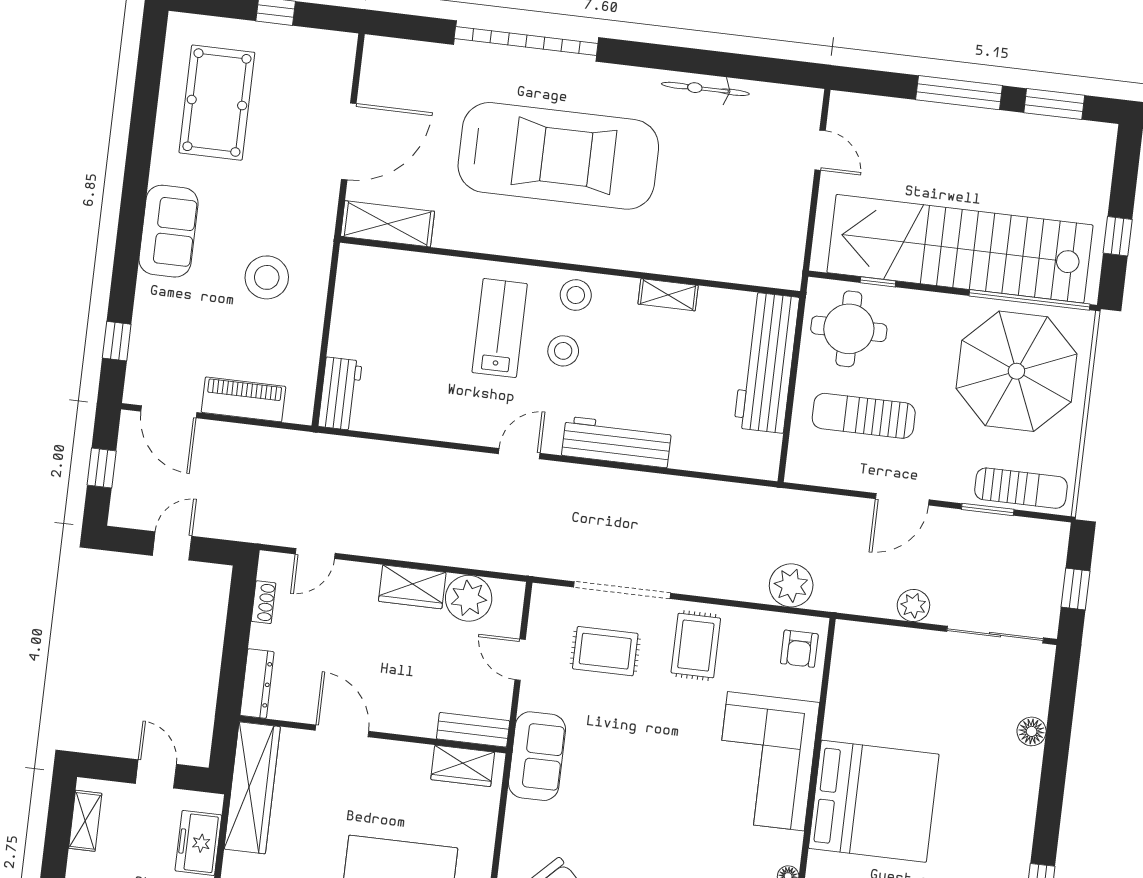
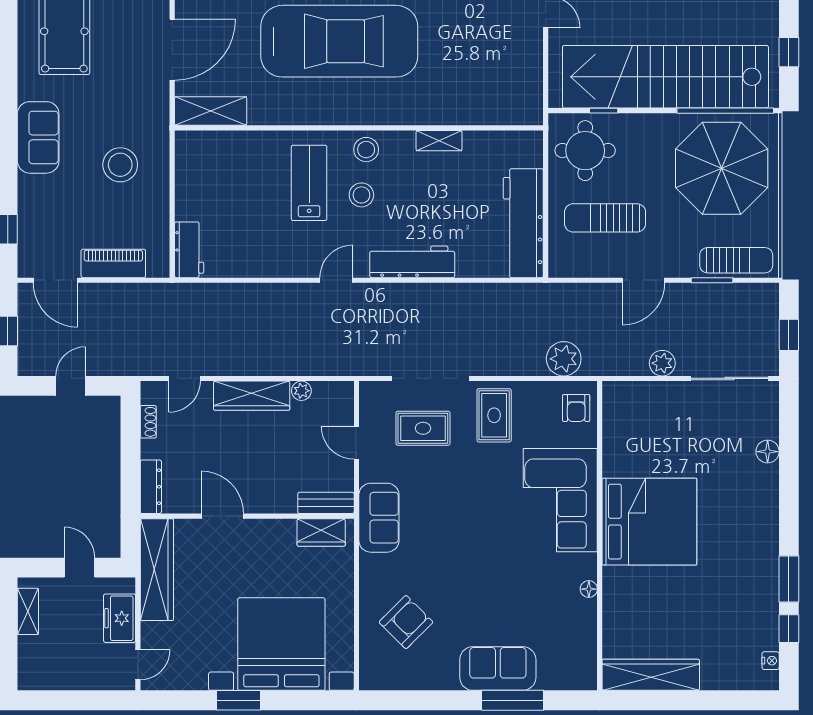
workbench: (767, 363) -> (523, 223), moved
wardrobe: (412, 587) -> (252, 396), width x1.50
plant: (469, 598) -> (301, 391), width x0.53, depth x0.53

